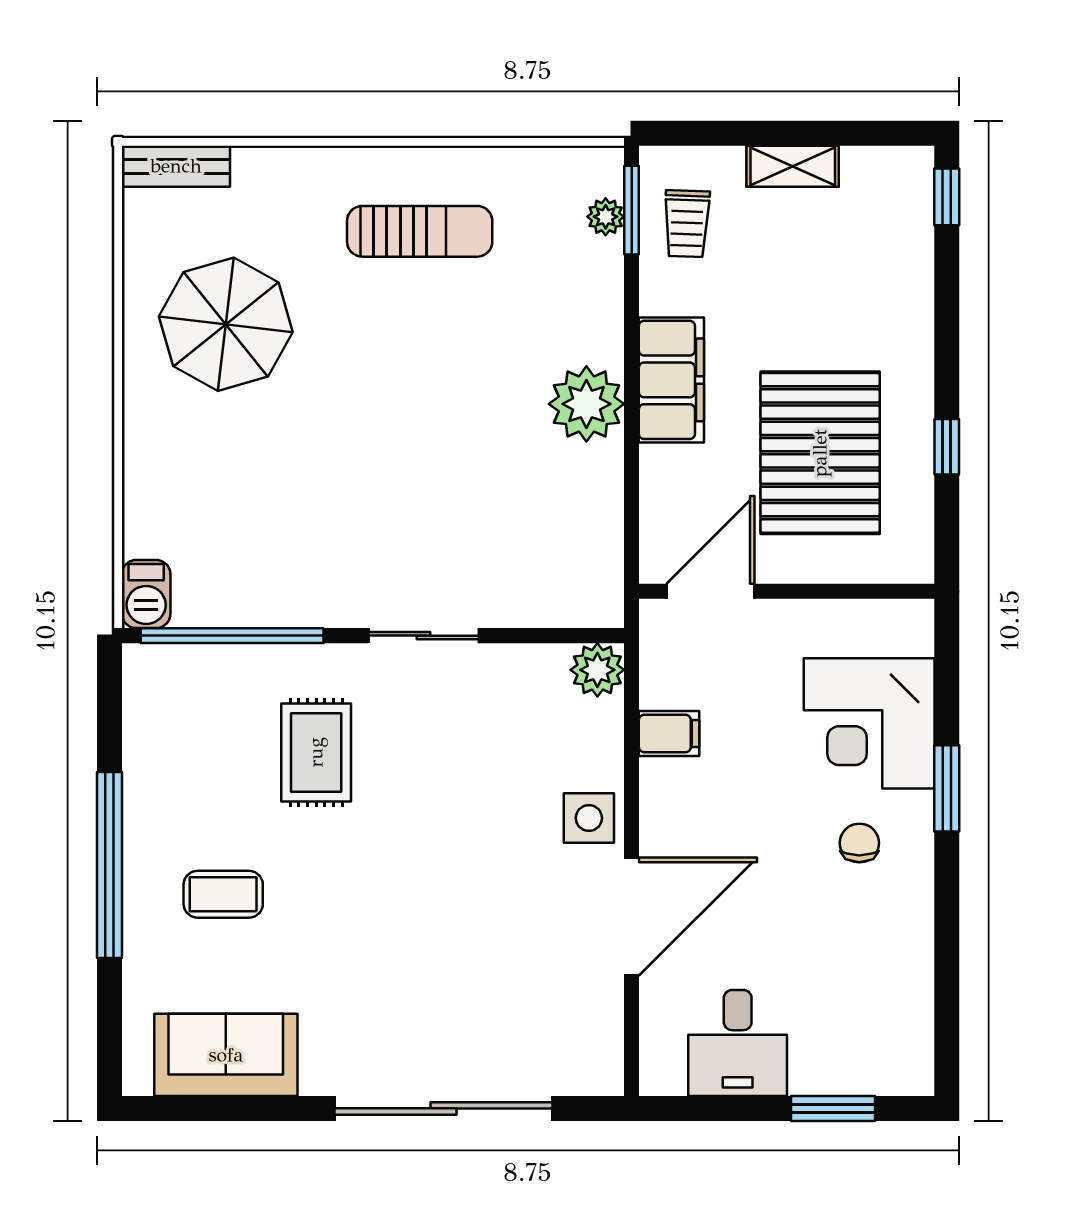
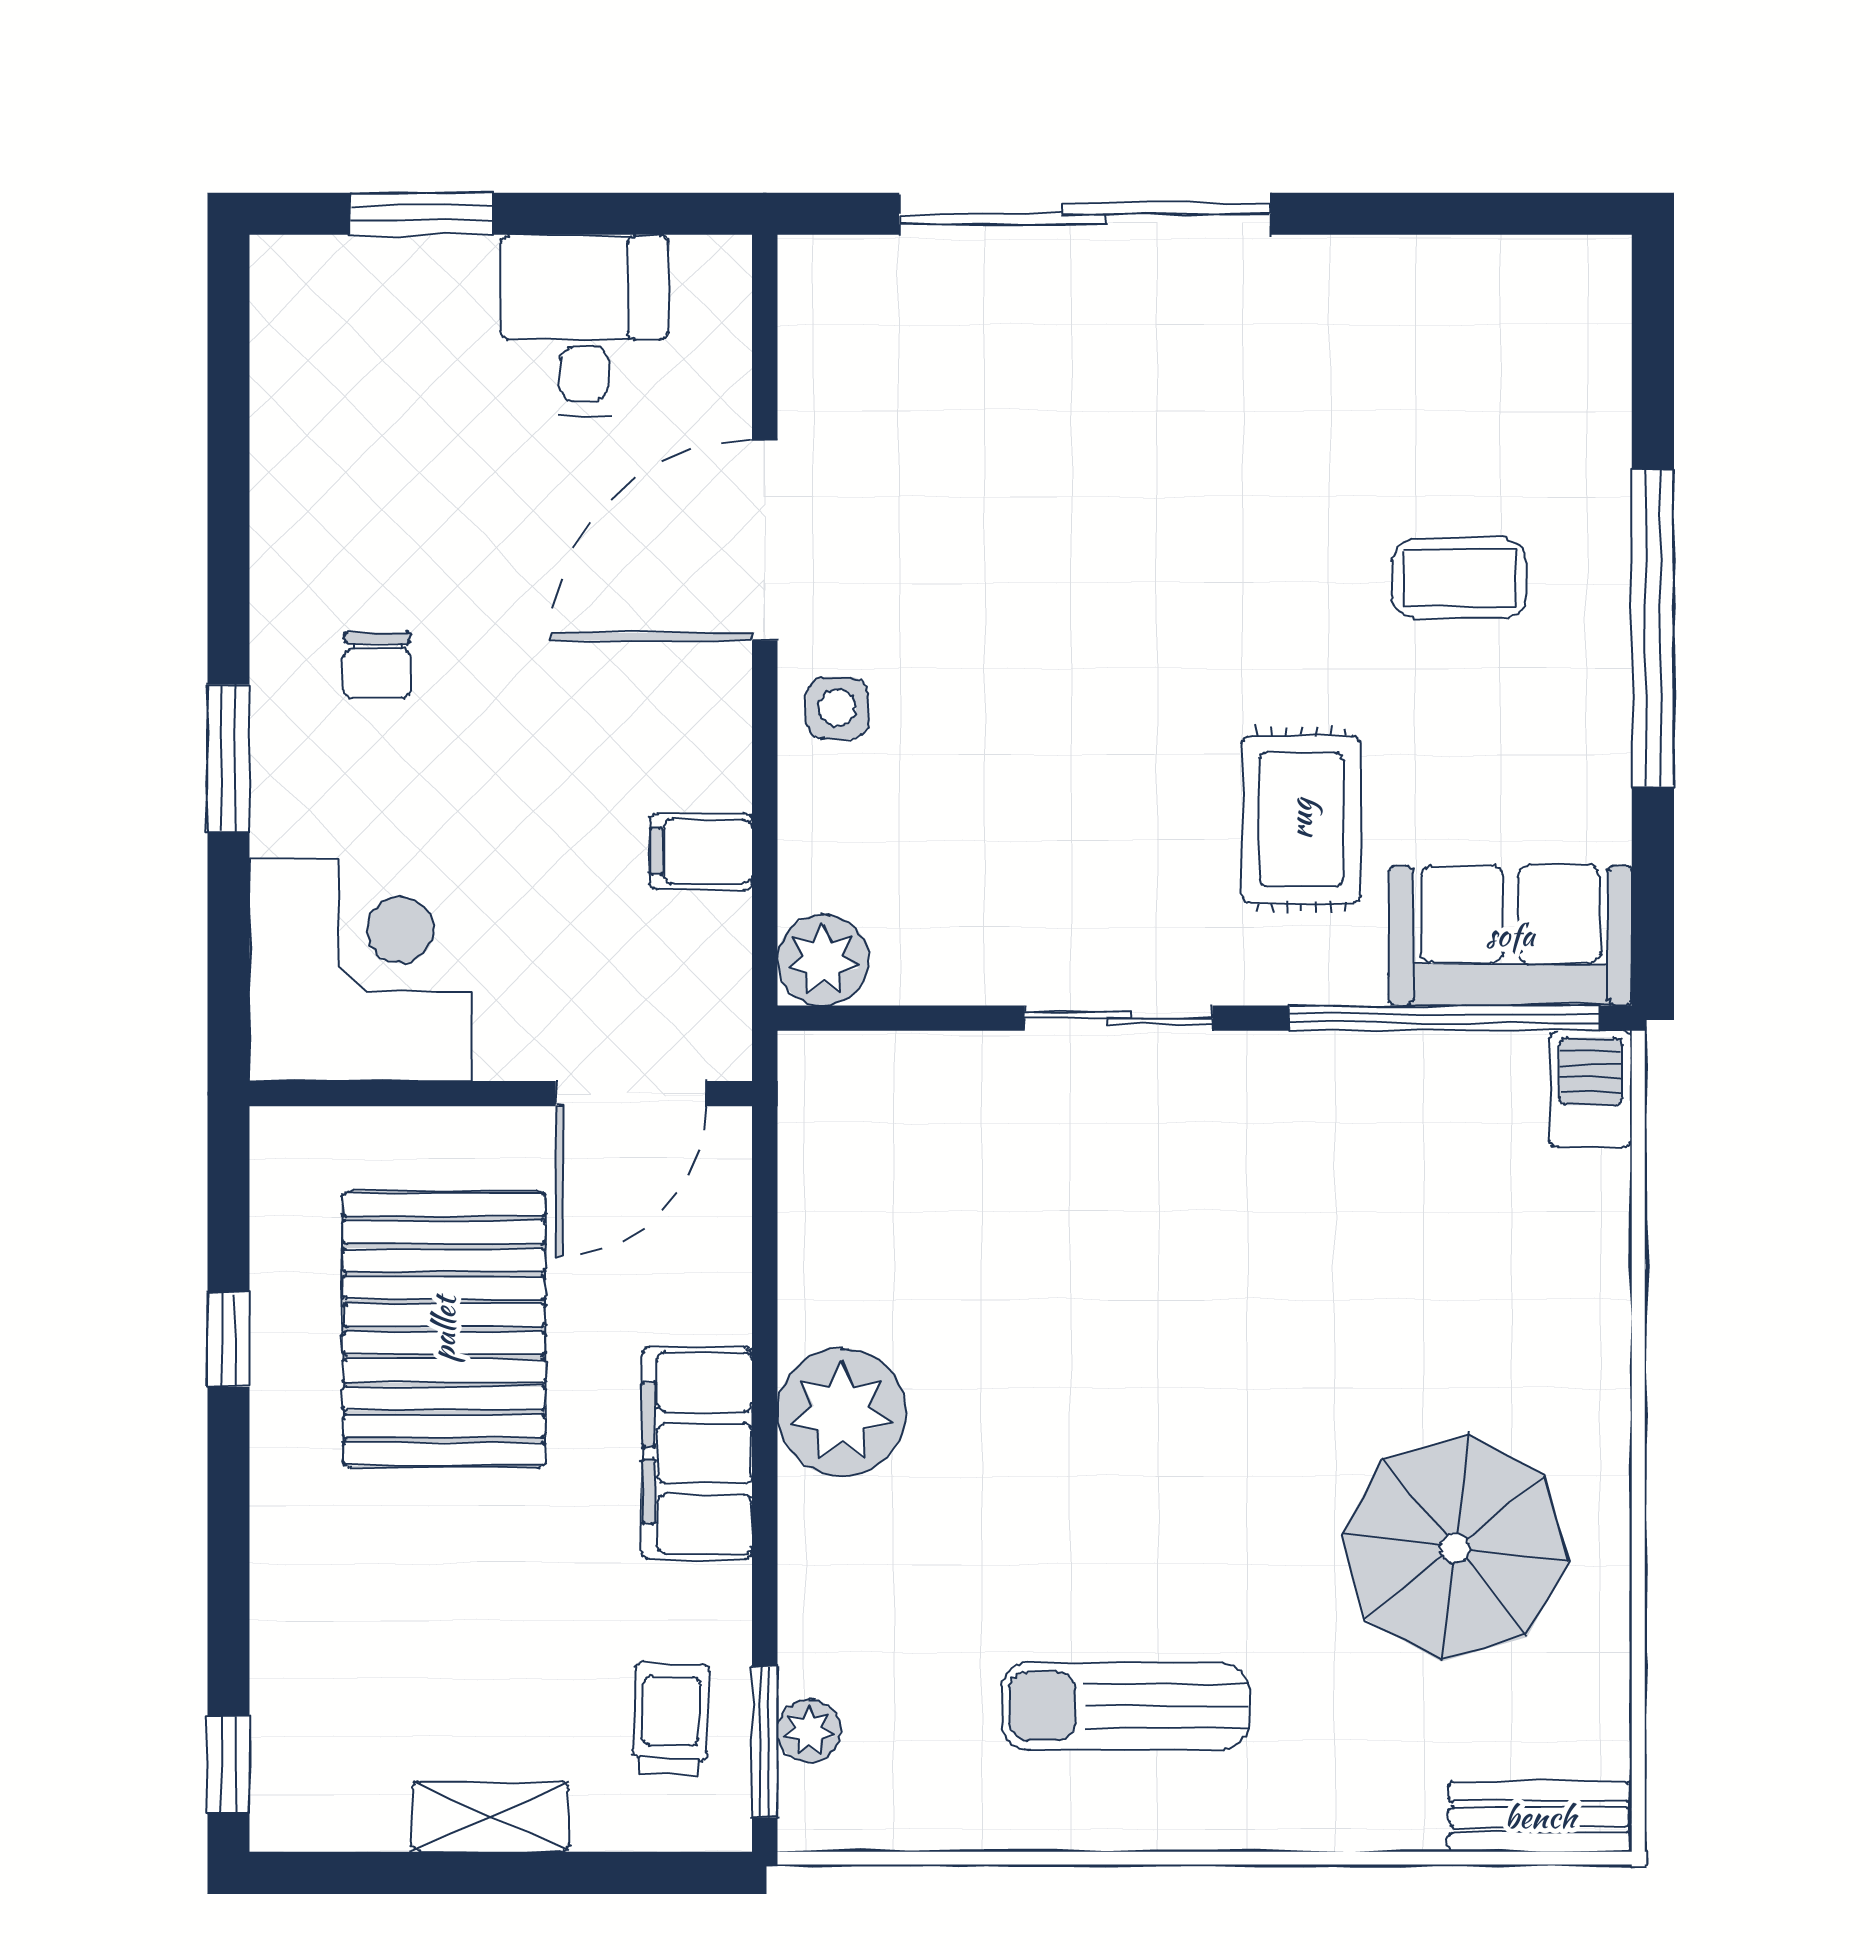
corner desk: (869, 723) -> (360, 970), moved
side table: (589, 818) -> (837, 708), width x0.73, depth x0.73
sofa: (226, 1055) -> (1510, 935), moved, turned 180

